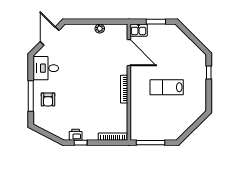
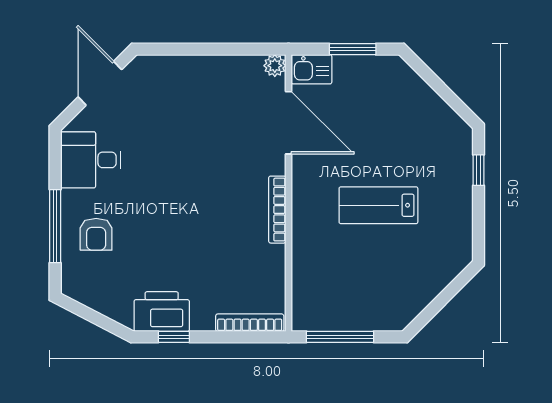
plant: (100, 29) -> (275, 66), moved
printer: (76, 135) -> (162, 312), width x1.87, depth x1.48

